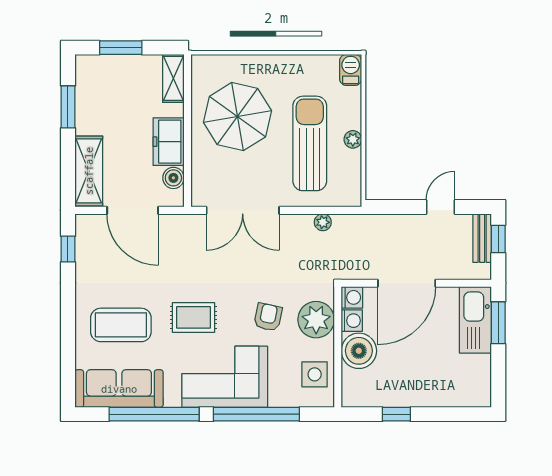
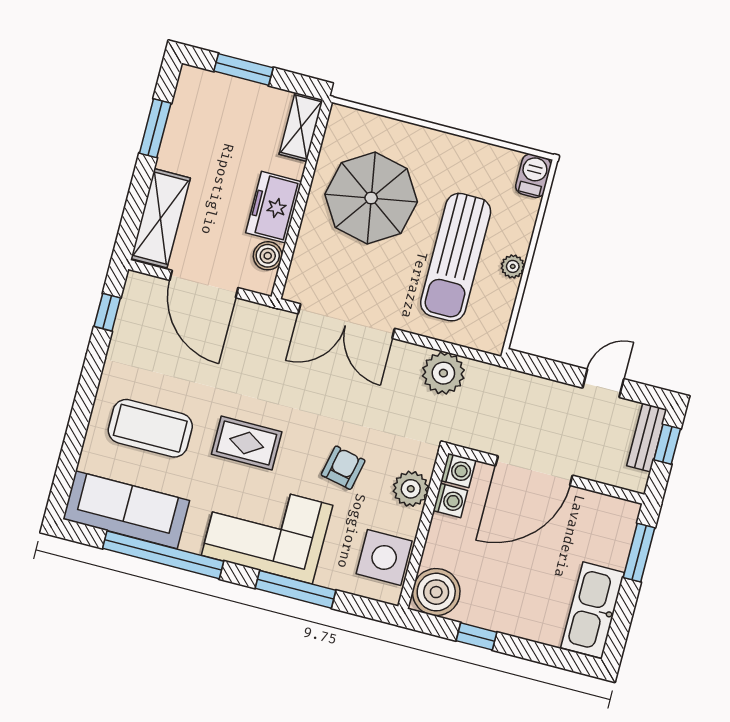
sun lounger: (310, 143) -> (456, 257), turned 180
plant: (323, 222) -> (443, 373), width x1.87, depth x1.87
plant: (316, 320) -> (411, 489), width x0.73, depth x0.73
kitchen sink: (475, 320) -> (593, 610), moved
boiler: (359, 351) -> (436, 592), moved
side table: (315, 374) -> (384, 557), width x1.37, depth x1.37
window: (256, 414) -> (295, 589), width x0.68

